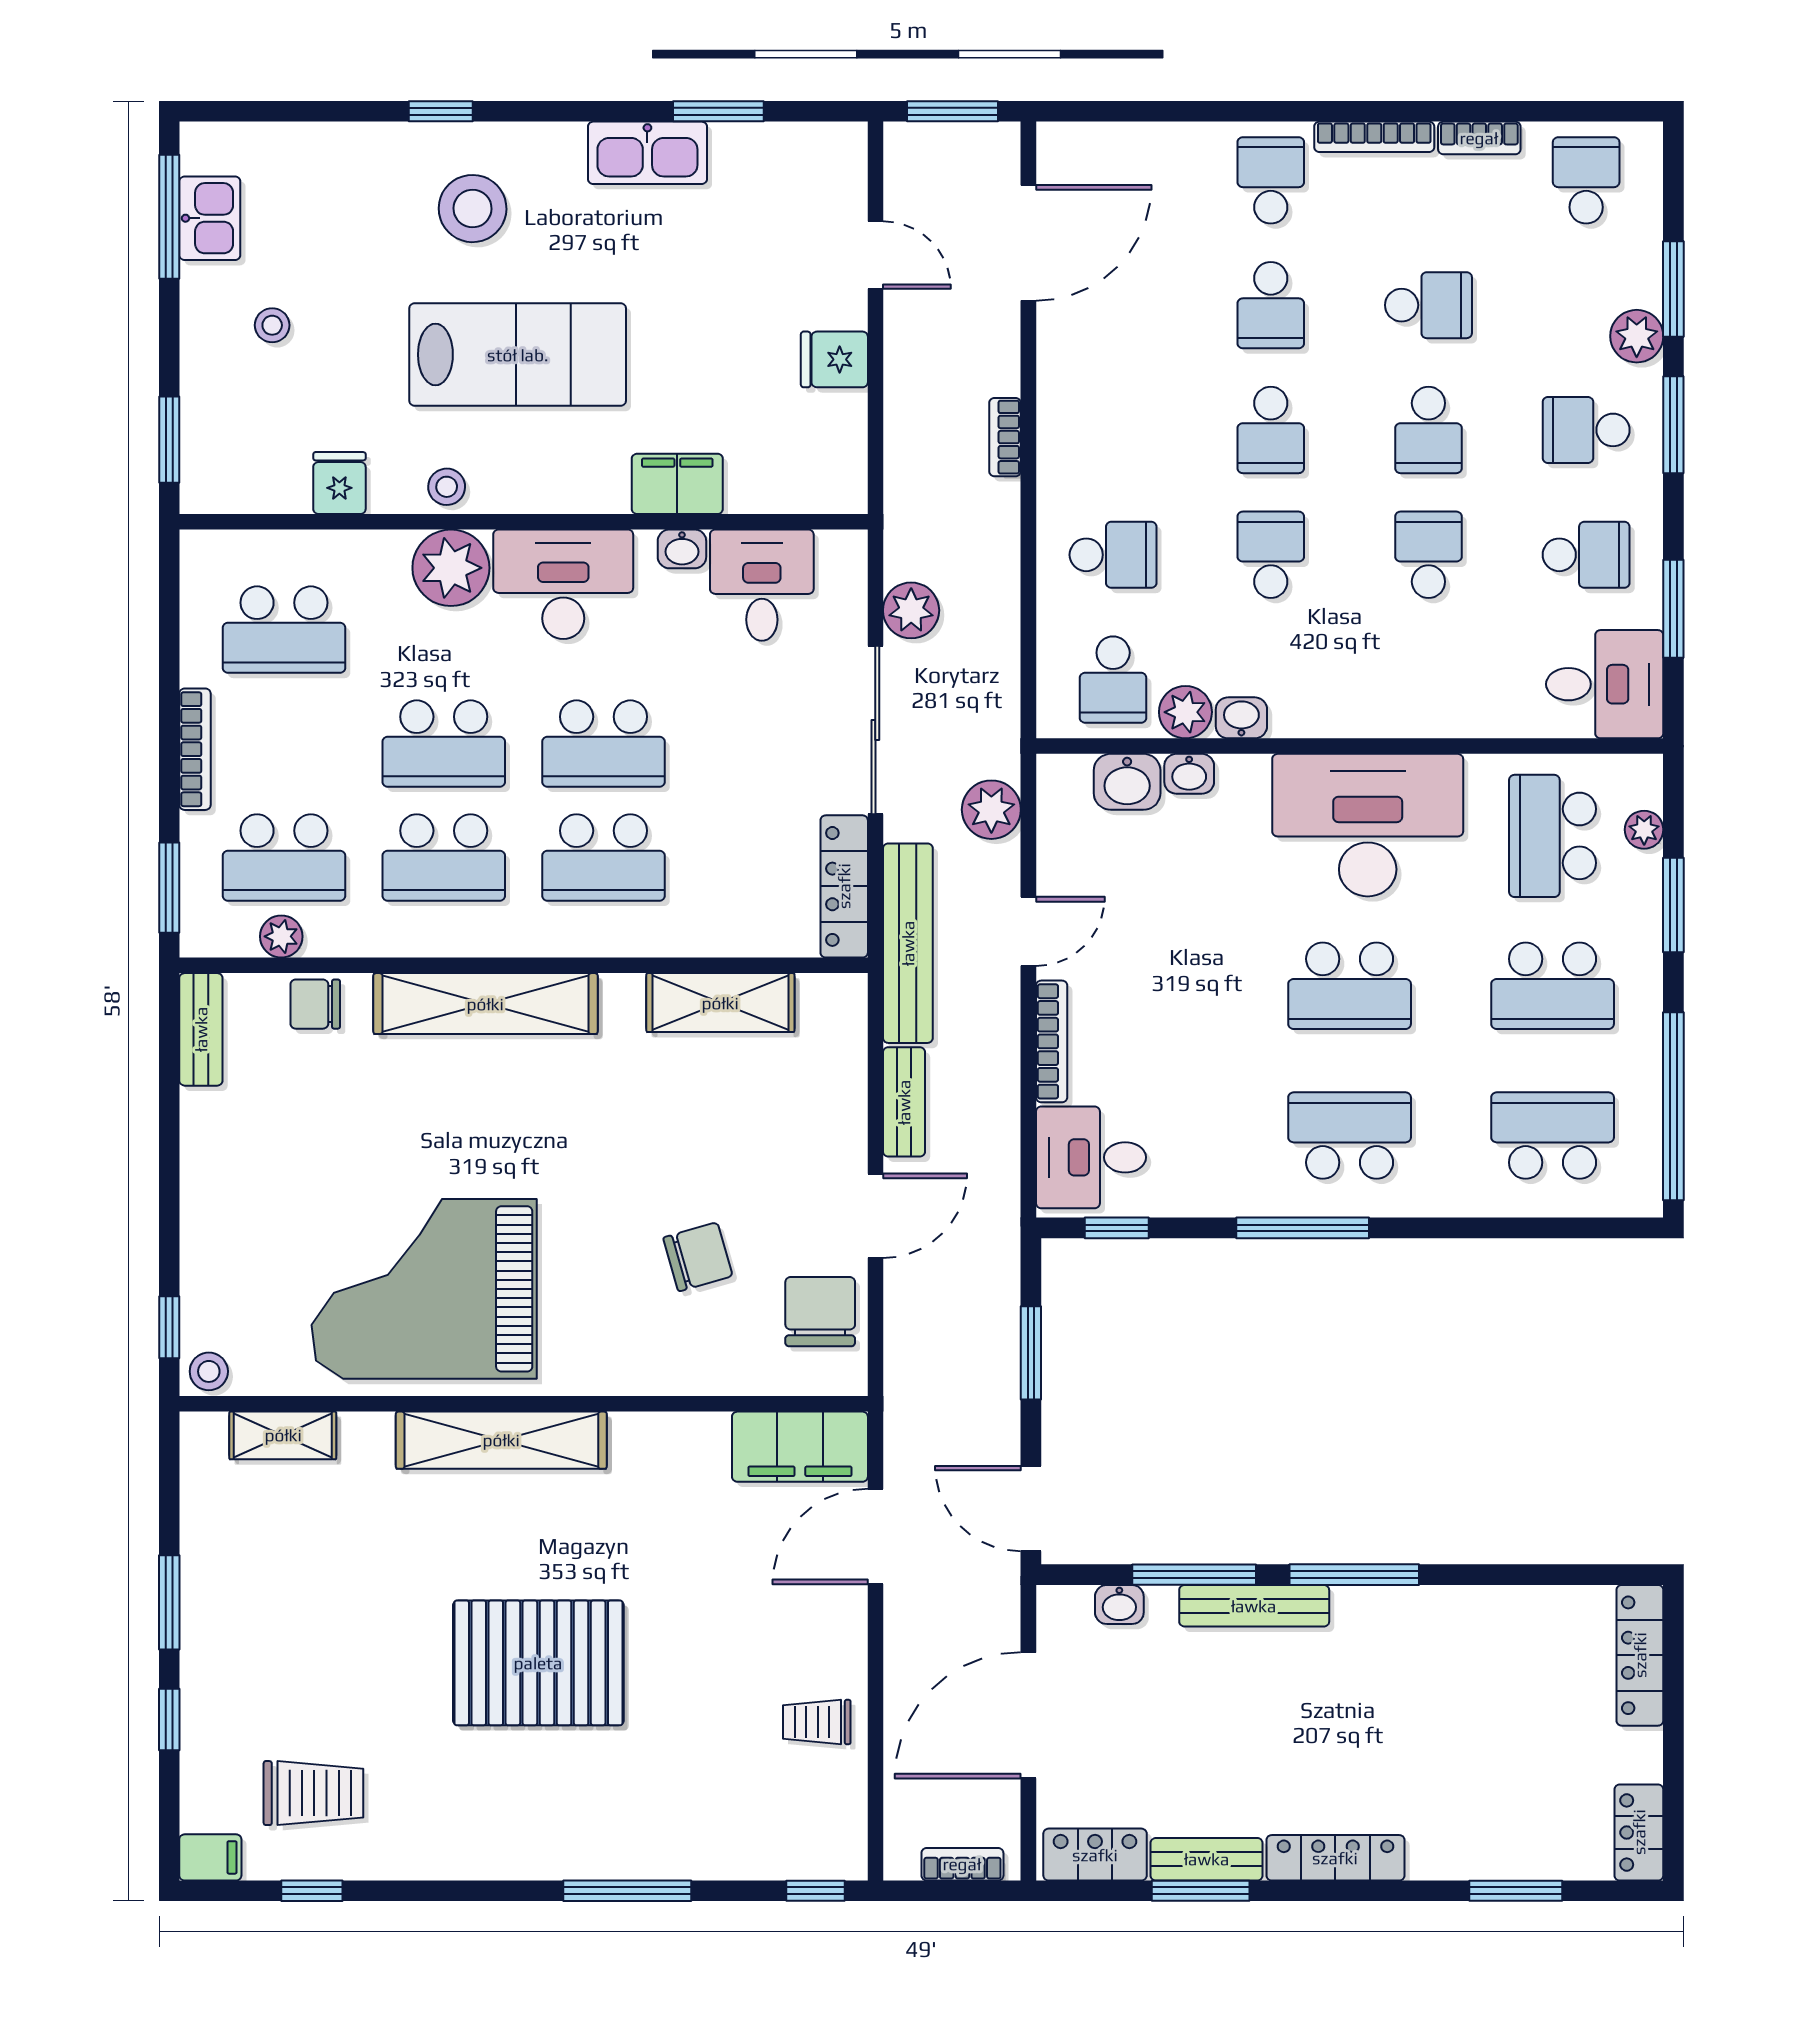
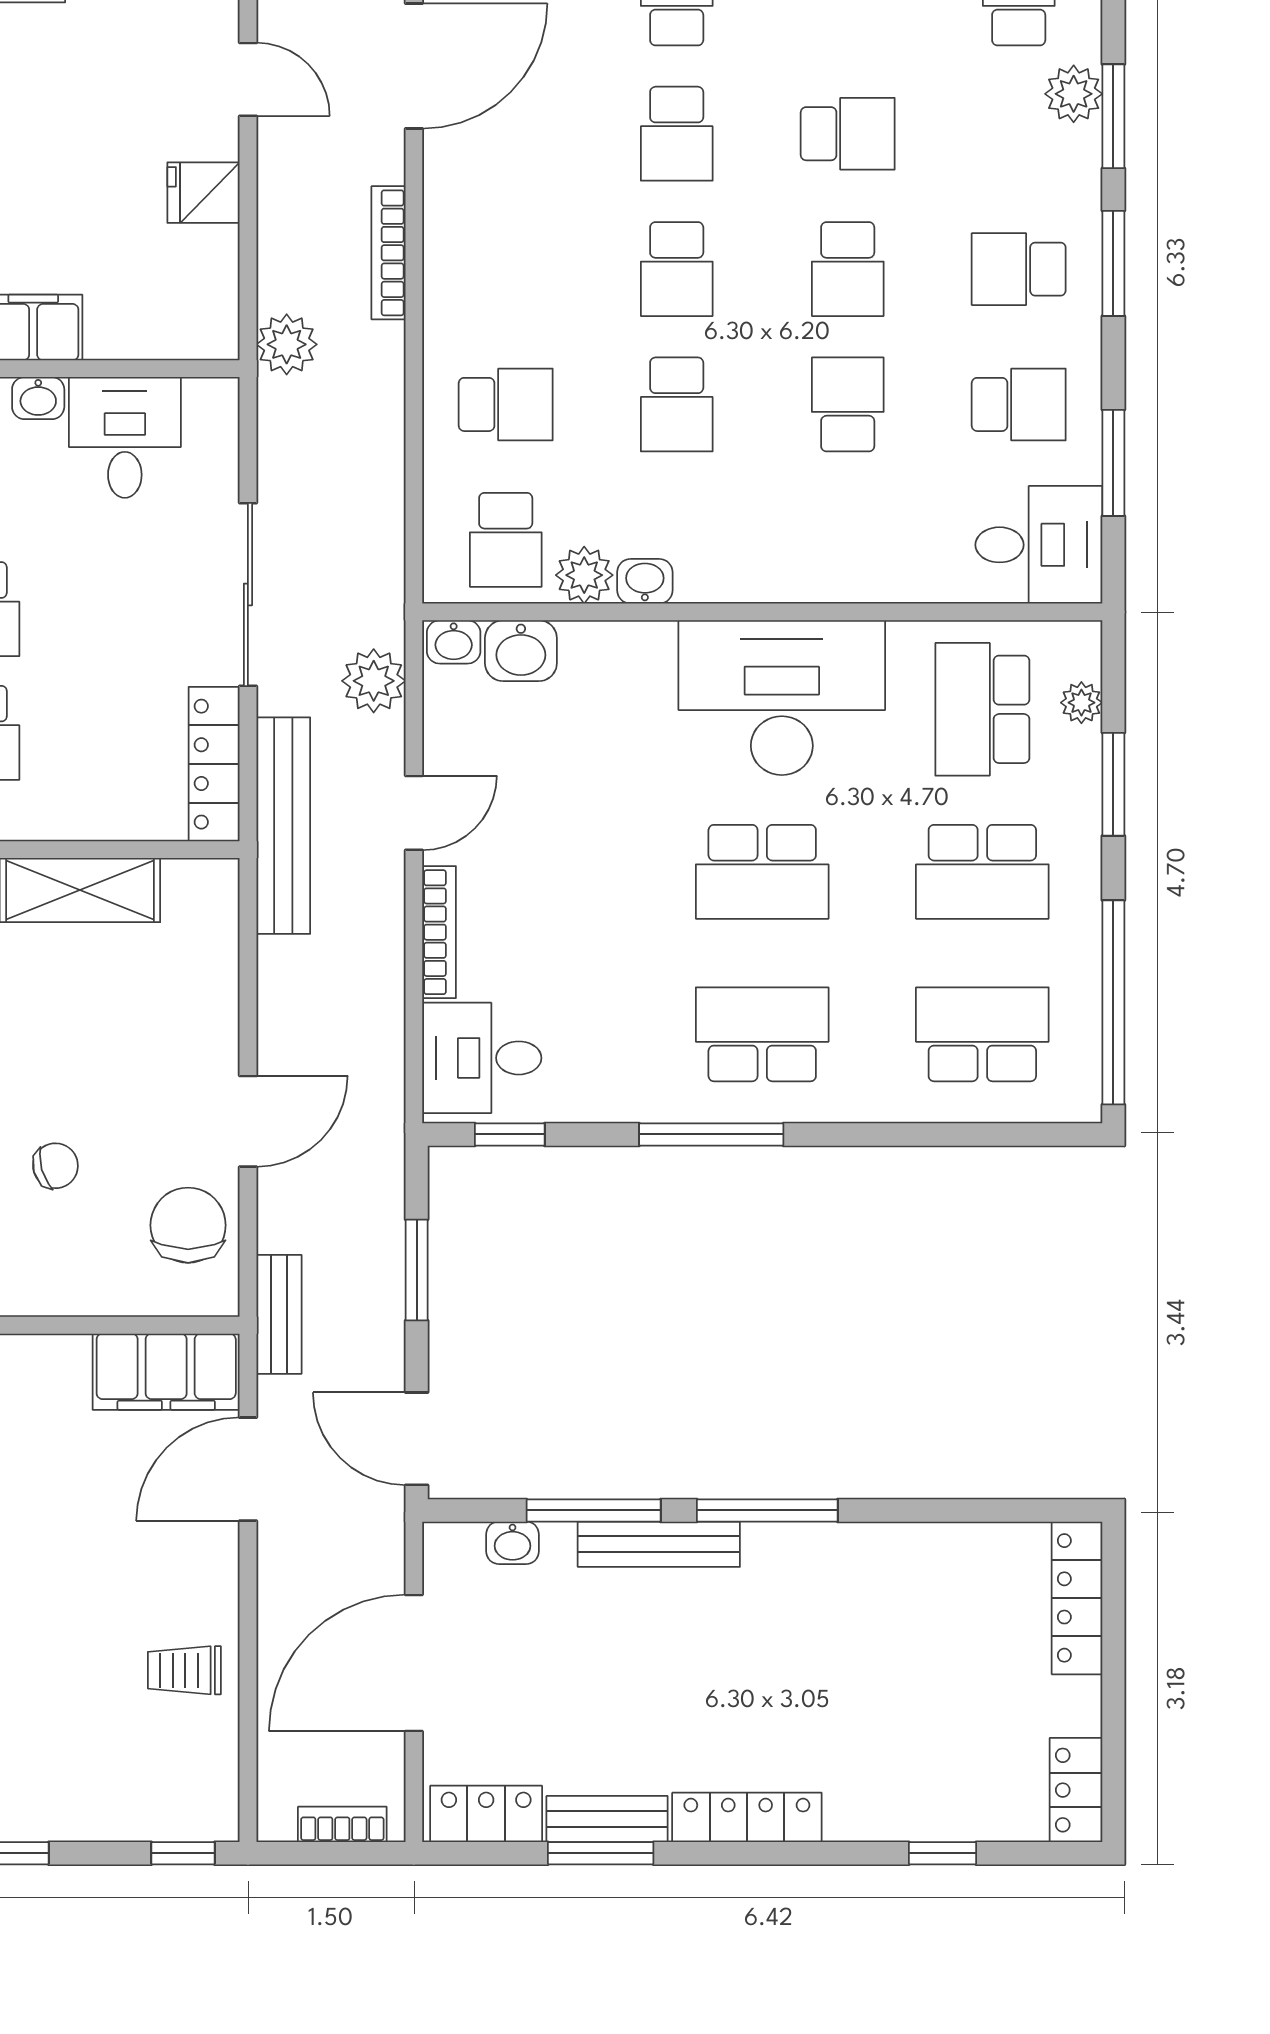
plant: (1637, 336) -> (1074, 94), moved
bookcase: (1005, 437) -> (389, 253), width x1.56
school desk: (1271, 555) -> (677, 404), turned 180
plant: (911, 610) -> (287, 344), moved
washbasin: (1189, 774) -> (454, 642), moved
bench: (904, 1102) -> (279, 1314), moved
chair: (698, 1257) -> (55, 1166), width x0.73, depth x0.73
window: (1516, 1891) -> (942, 1853), width x0.67

